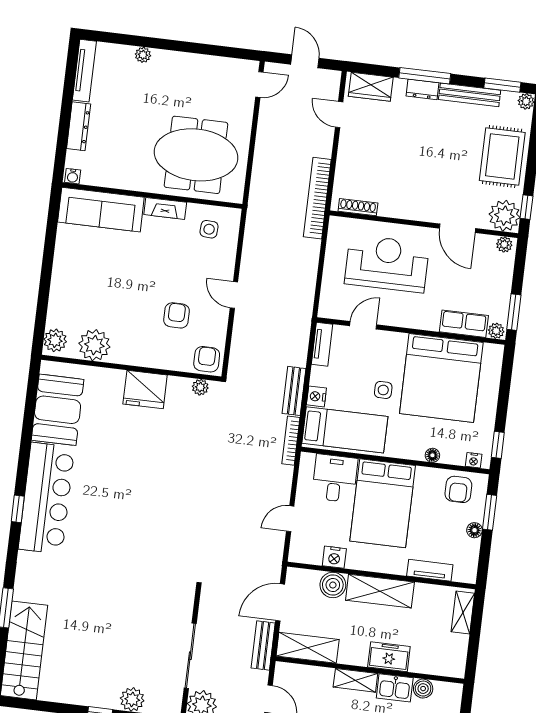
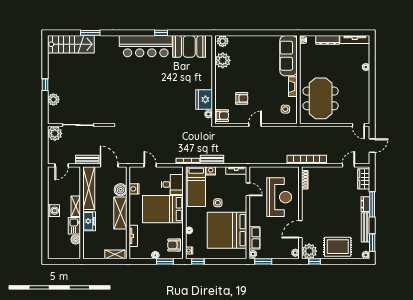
fridge: (145, 389) -> (204, 99), moved
window: (18, 509) -> (161, 33), moved
shelving: (308, 648) -> (89, 188), width x1.47

